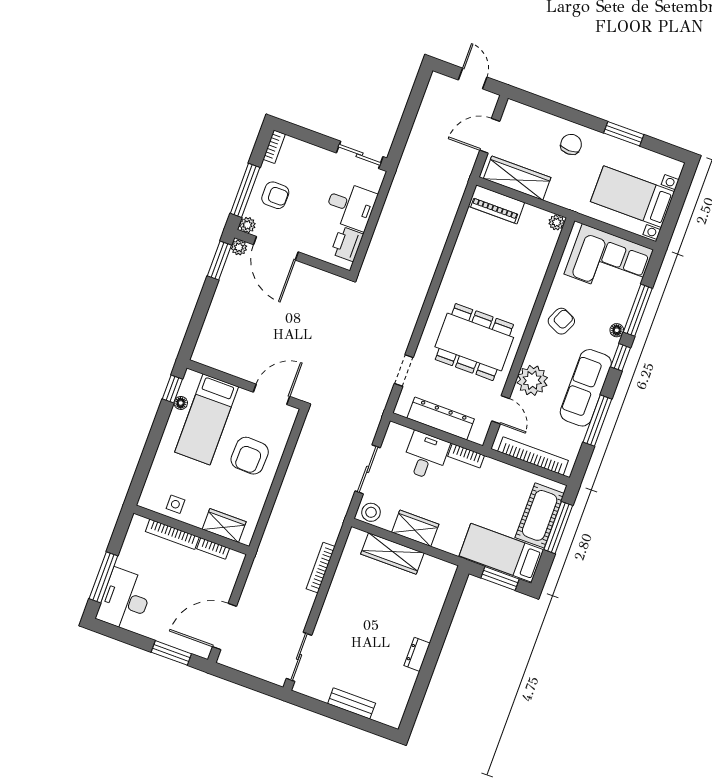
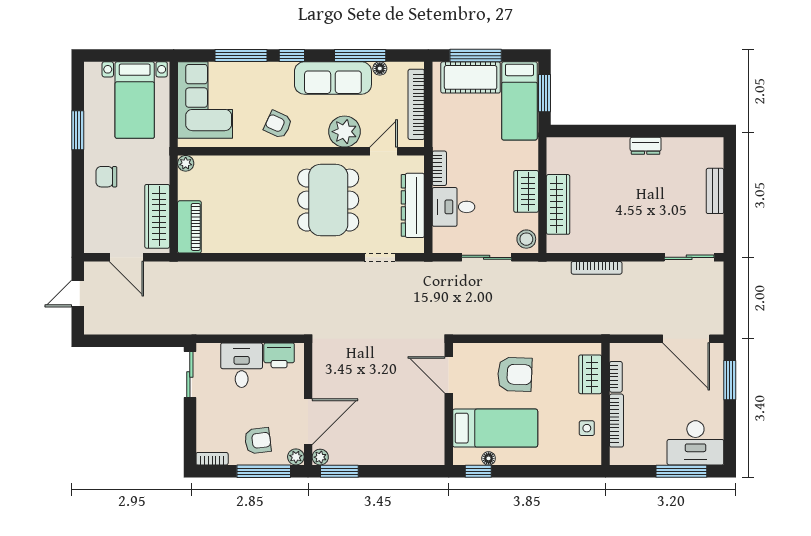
armchair: (275, 195) -> (258, 441), turned 83
floor lamp: (617, 330) -> (380, 68), moved

